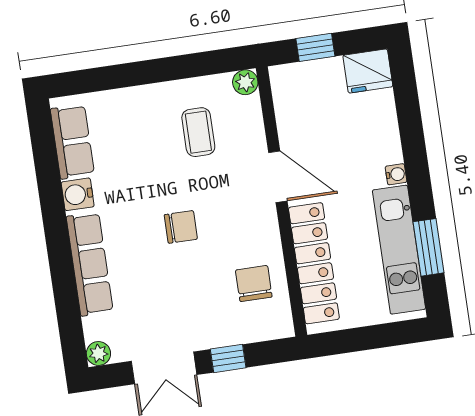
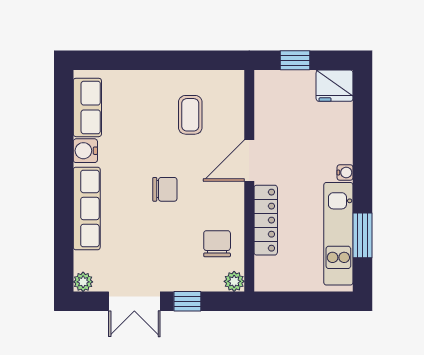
plant: (245, 82) -> (234, 281), moved
door: (278, 177) -> (249, 160), swing flipped
locker: (314, 263) -> (266, 220), width x0.71, depth x0.83

